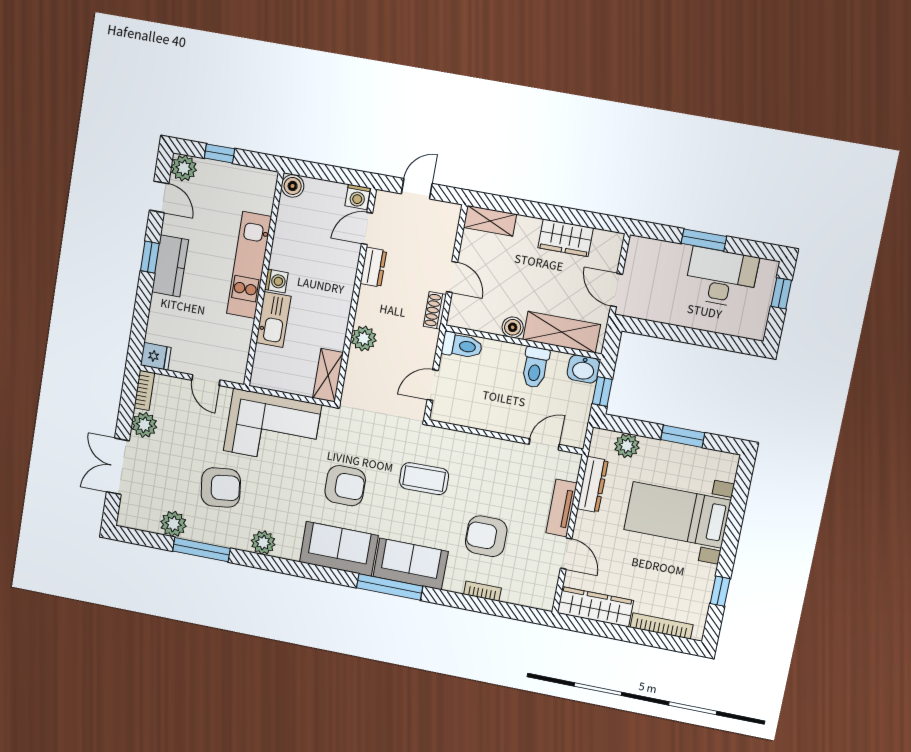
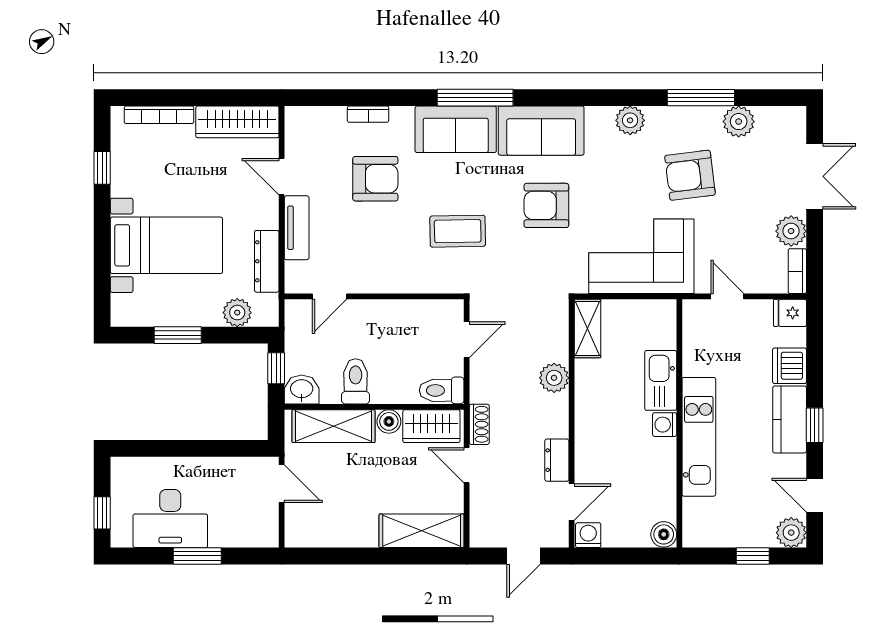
shelving: (490, 221) -> (422, 531), width x1.50, depth x1.33
wardrobe: (566, 238) -> (431, 426), moved, turned 180
dishwasher: (163, 312) -> (790, 366), added

